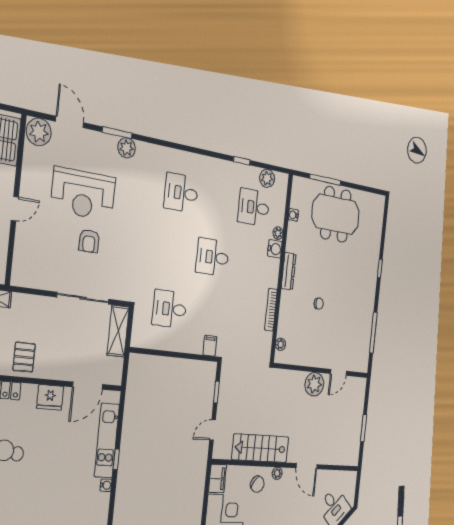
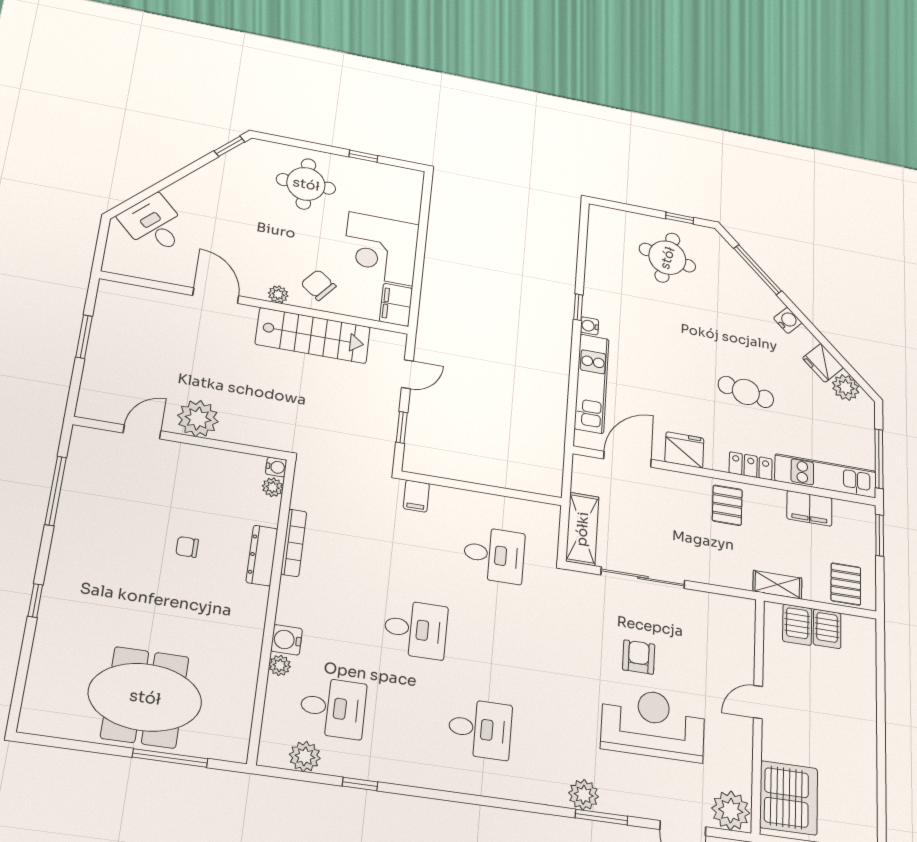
water cooler: (293, 215) -> (276, 467), moved
dresser: (289, 271) -> (262, 556), moved
window: (116, 459) -> (578, 307), moved

